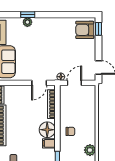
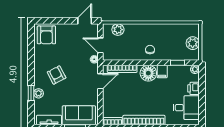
window: (99, 29) -> (45, 21), removed
armchair: (45, 40) -> (57, 75), added
door: (39, 83) -> (100, 81), hinge flipped
plant: (90, 150) -> (118, 30), moved

